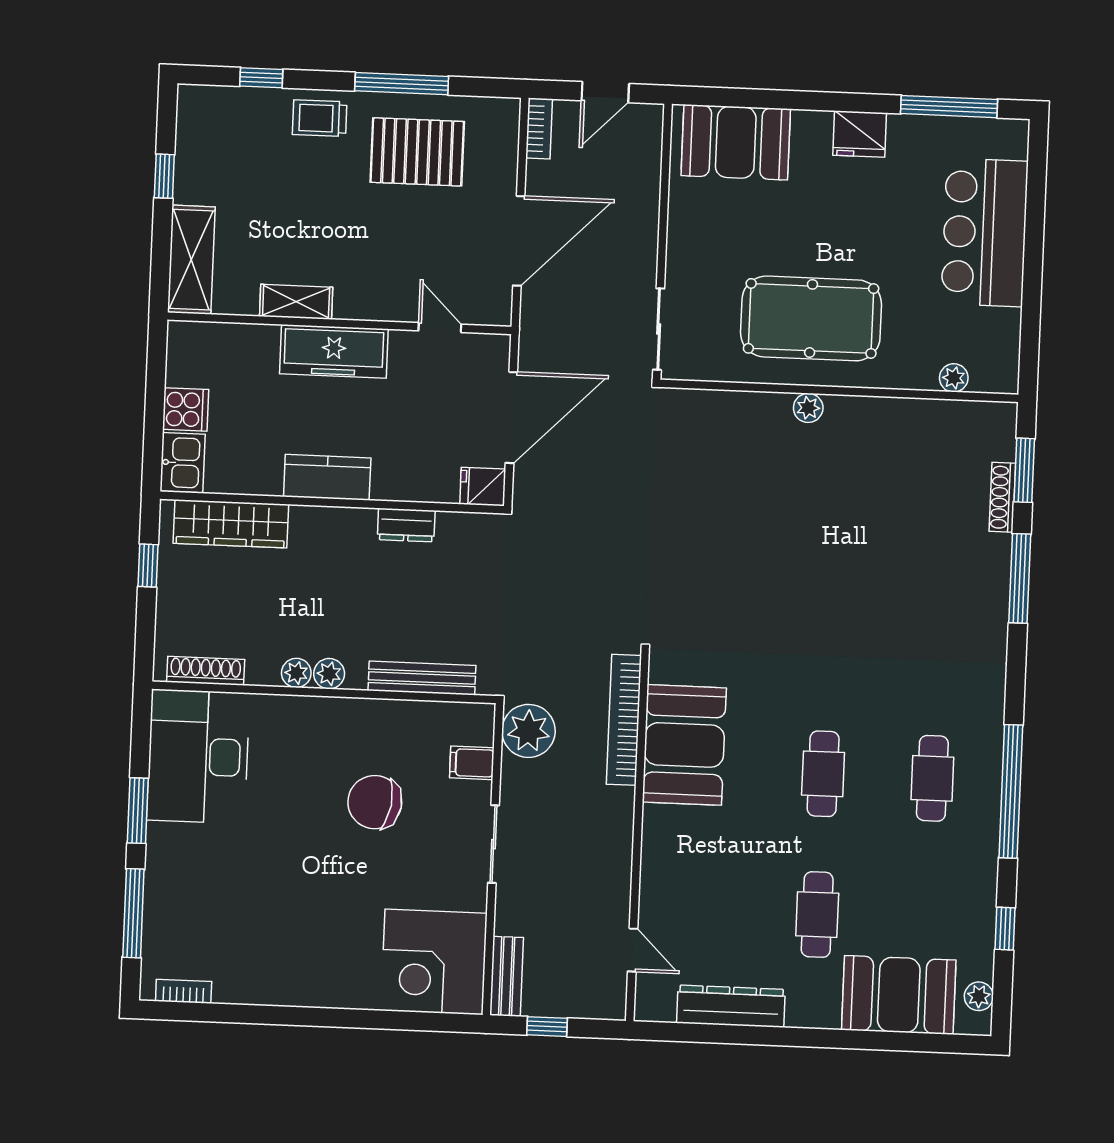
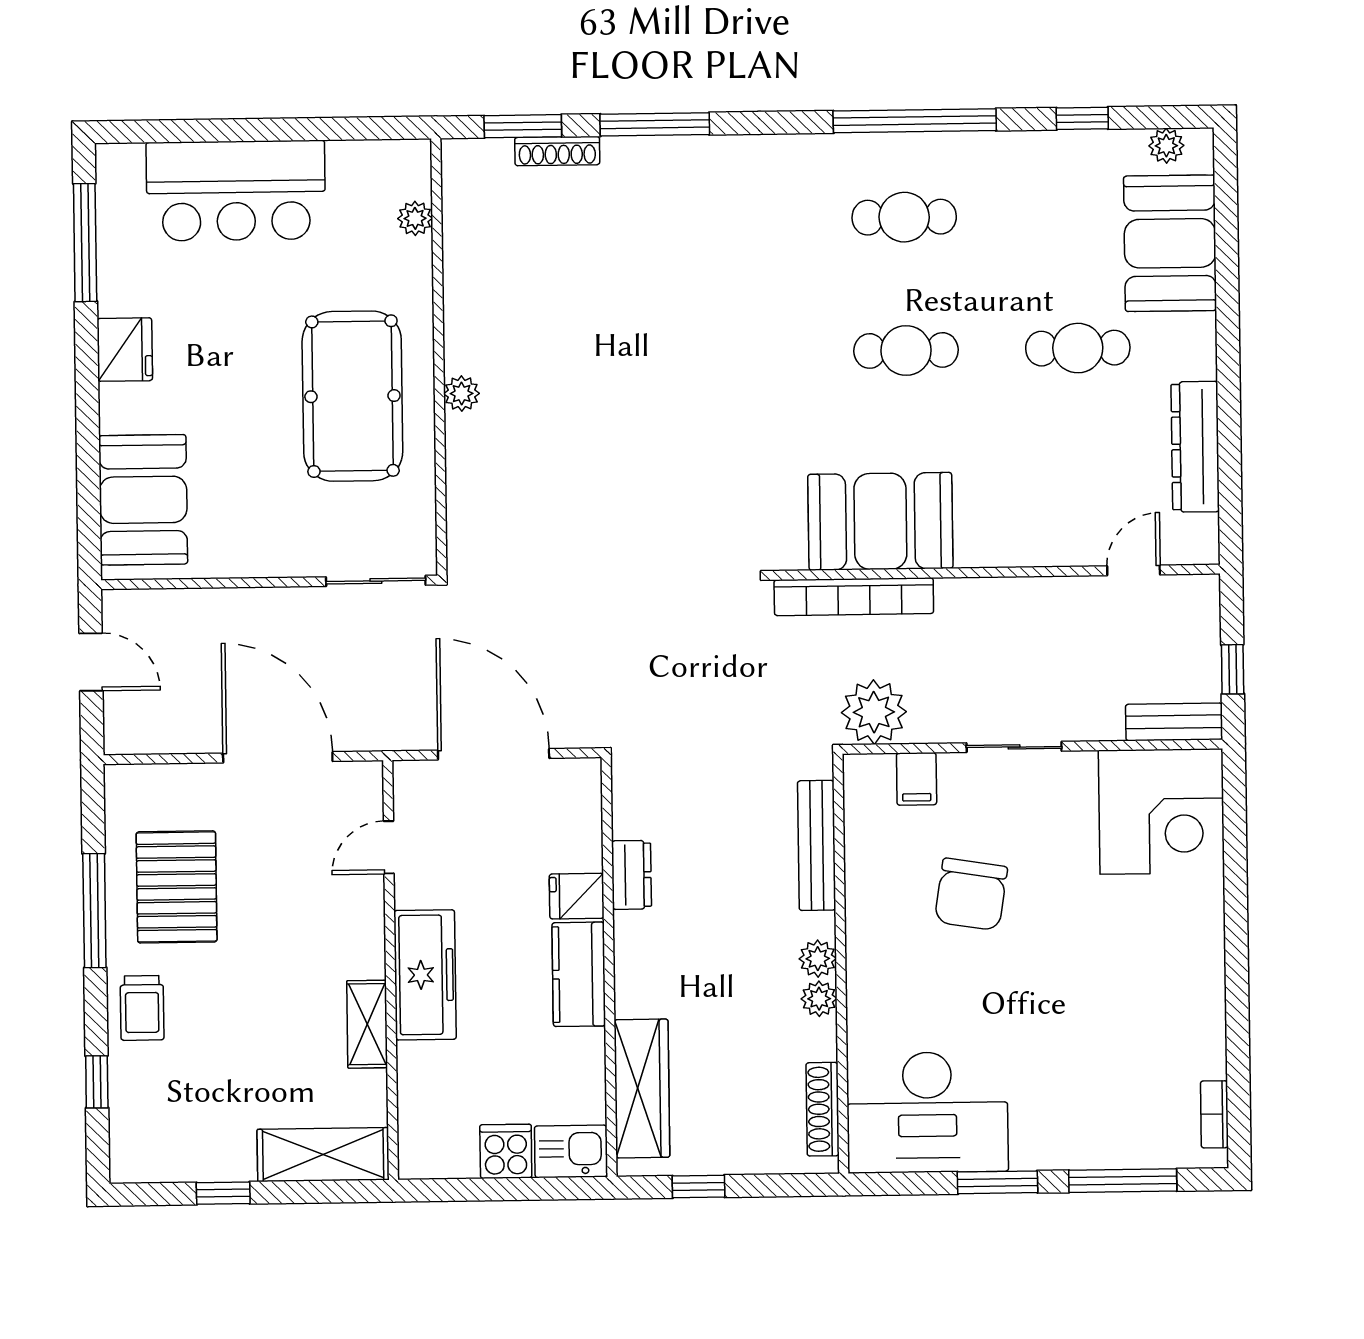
bookcase: (539, 129) -> (140, 740), removed
fridge: (483, 487) -> (577, 896), moved, turned 90

